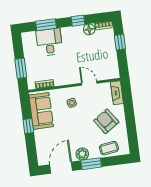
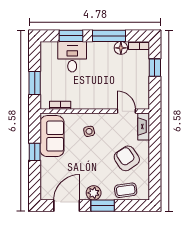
window: (78, 21) -> (109, 36), width x2.17
door: (89, 83) -> (126, 111), moved

